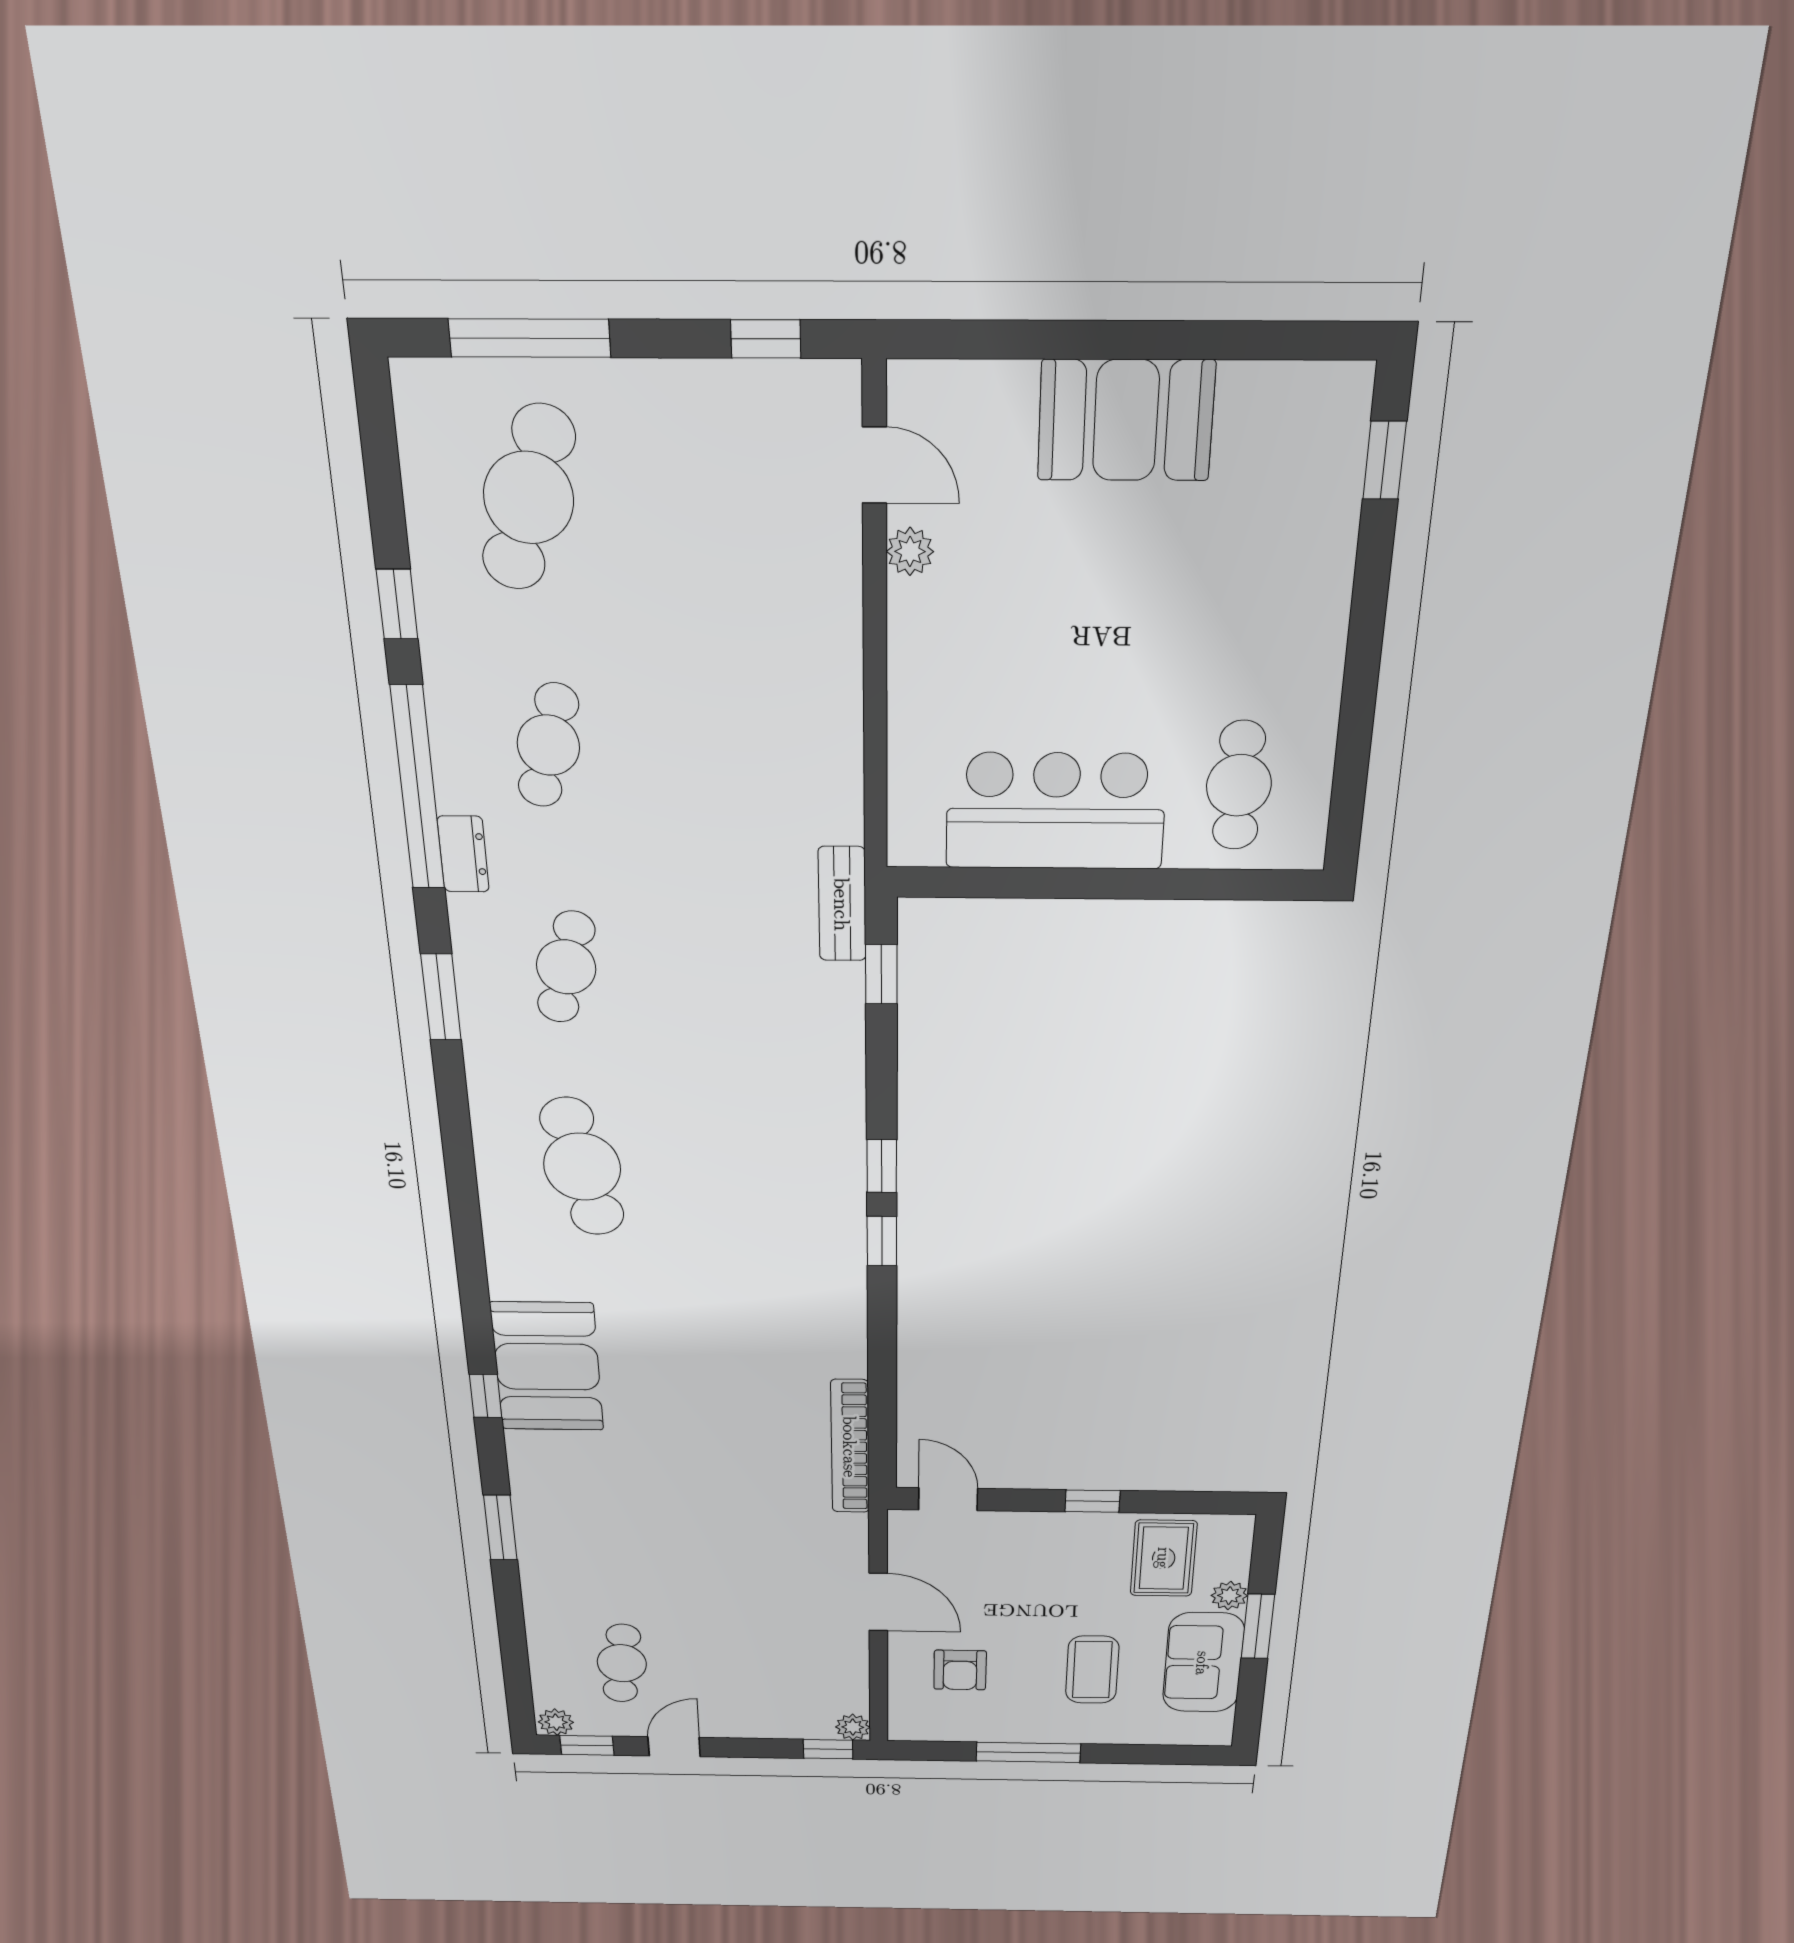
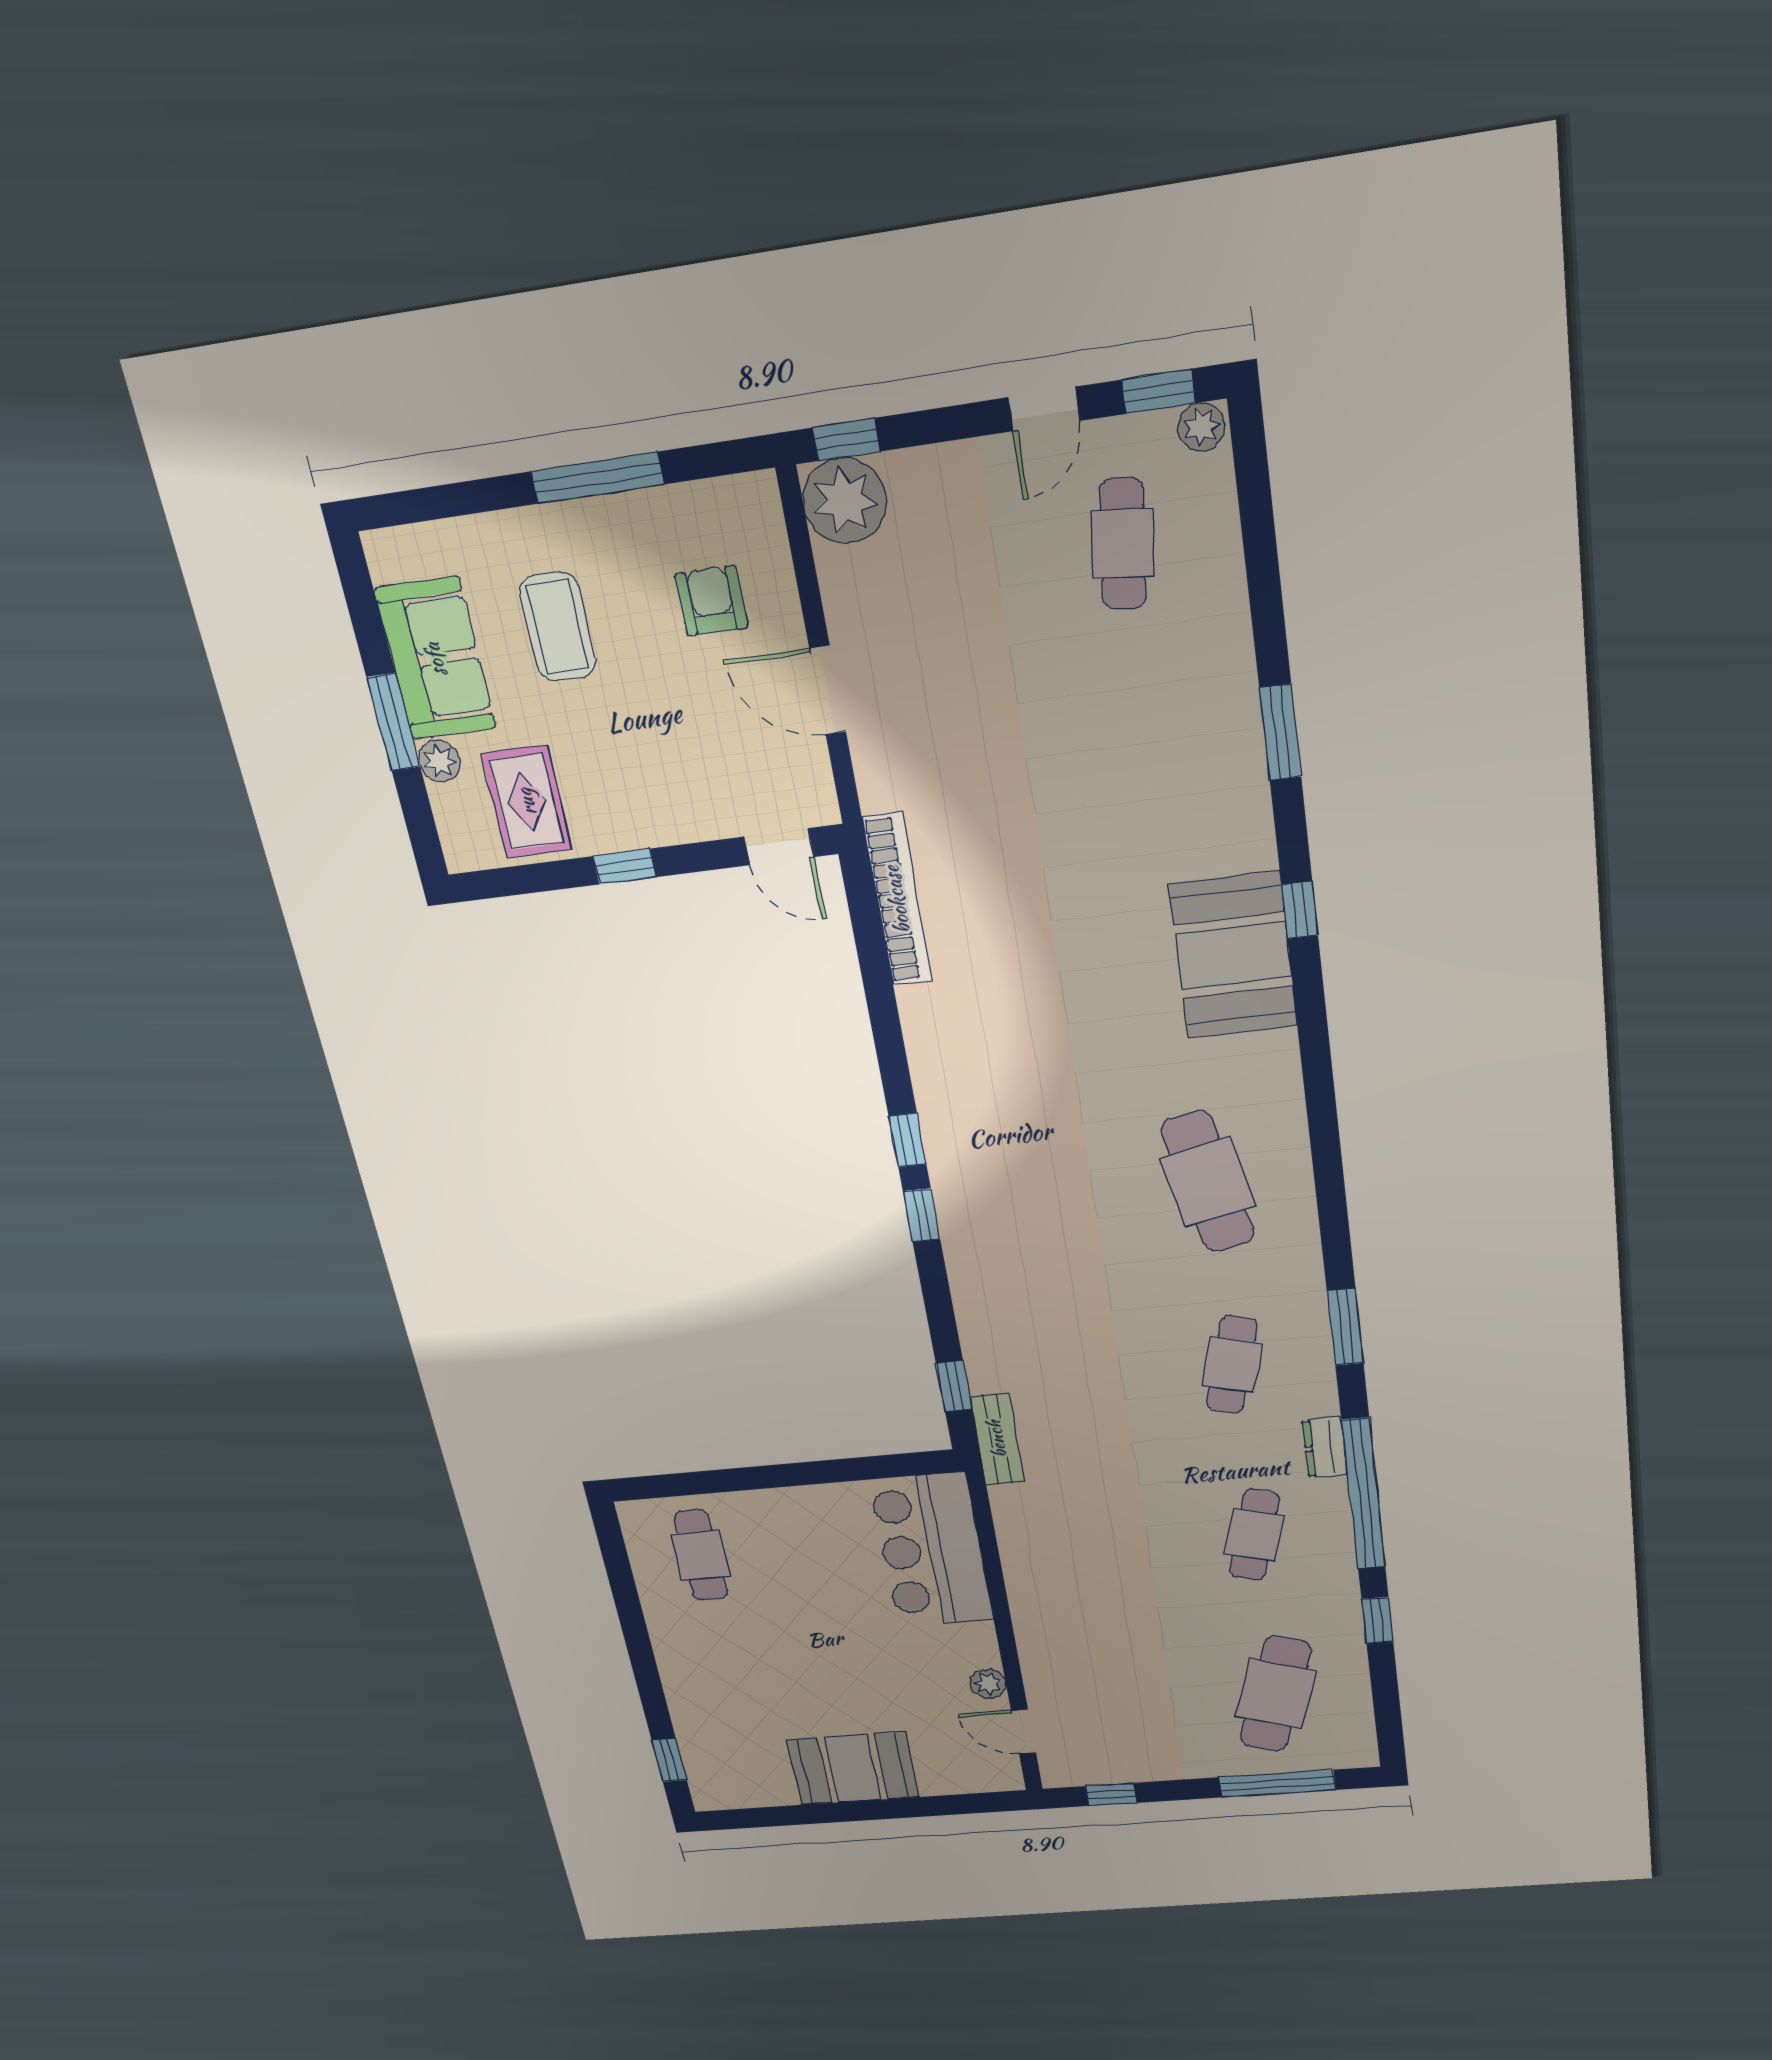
bar counter: (1056, 811) -> (932, 1550), moved, turned 90
plant: (853, 1727) -> (845, 501), width x1.87, depth x1.87

